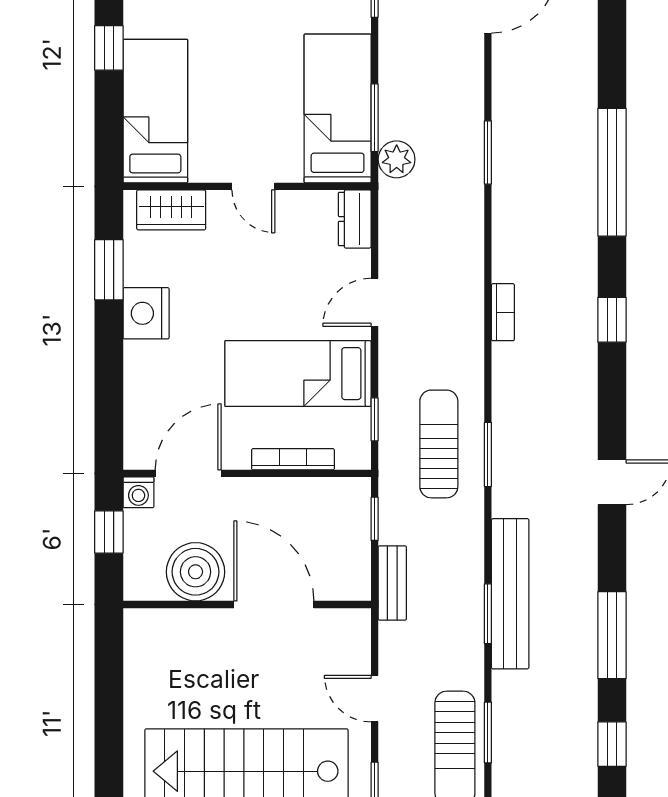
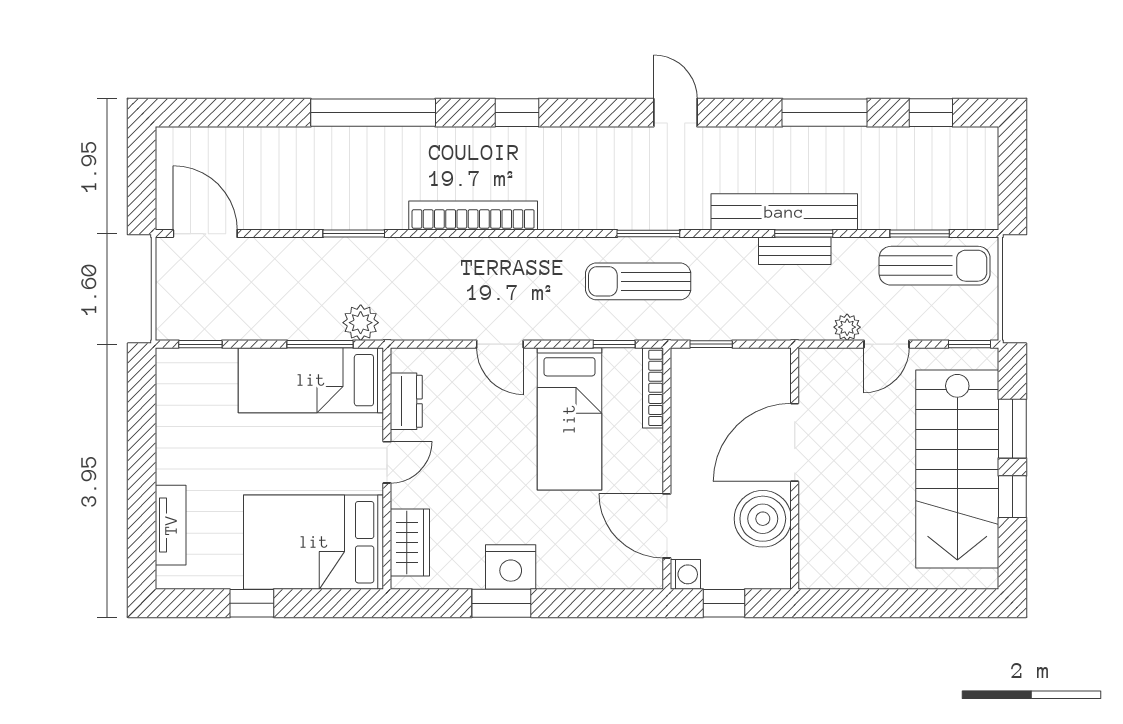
bed: (155, 111) -> (314, 542), width x1.50
dresser: (355, 219) -> (406, 401), moved, turned -90
window: (109, 270) -> (501, 603), moved
bookcase: (503, 312) -> (473, 215), width x2.31, depth x1.31
bookcase: (293, 459) -> (653, 388), moved
bench: (392, 583) -> (795, 251), moved
plant: (392, 658) -> (847, 327), added

